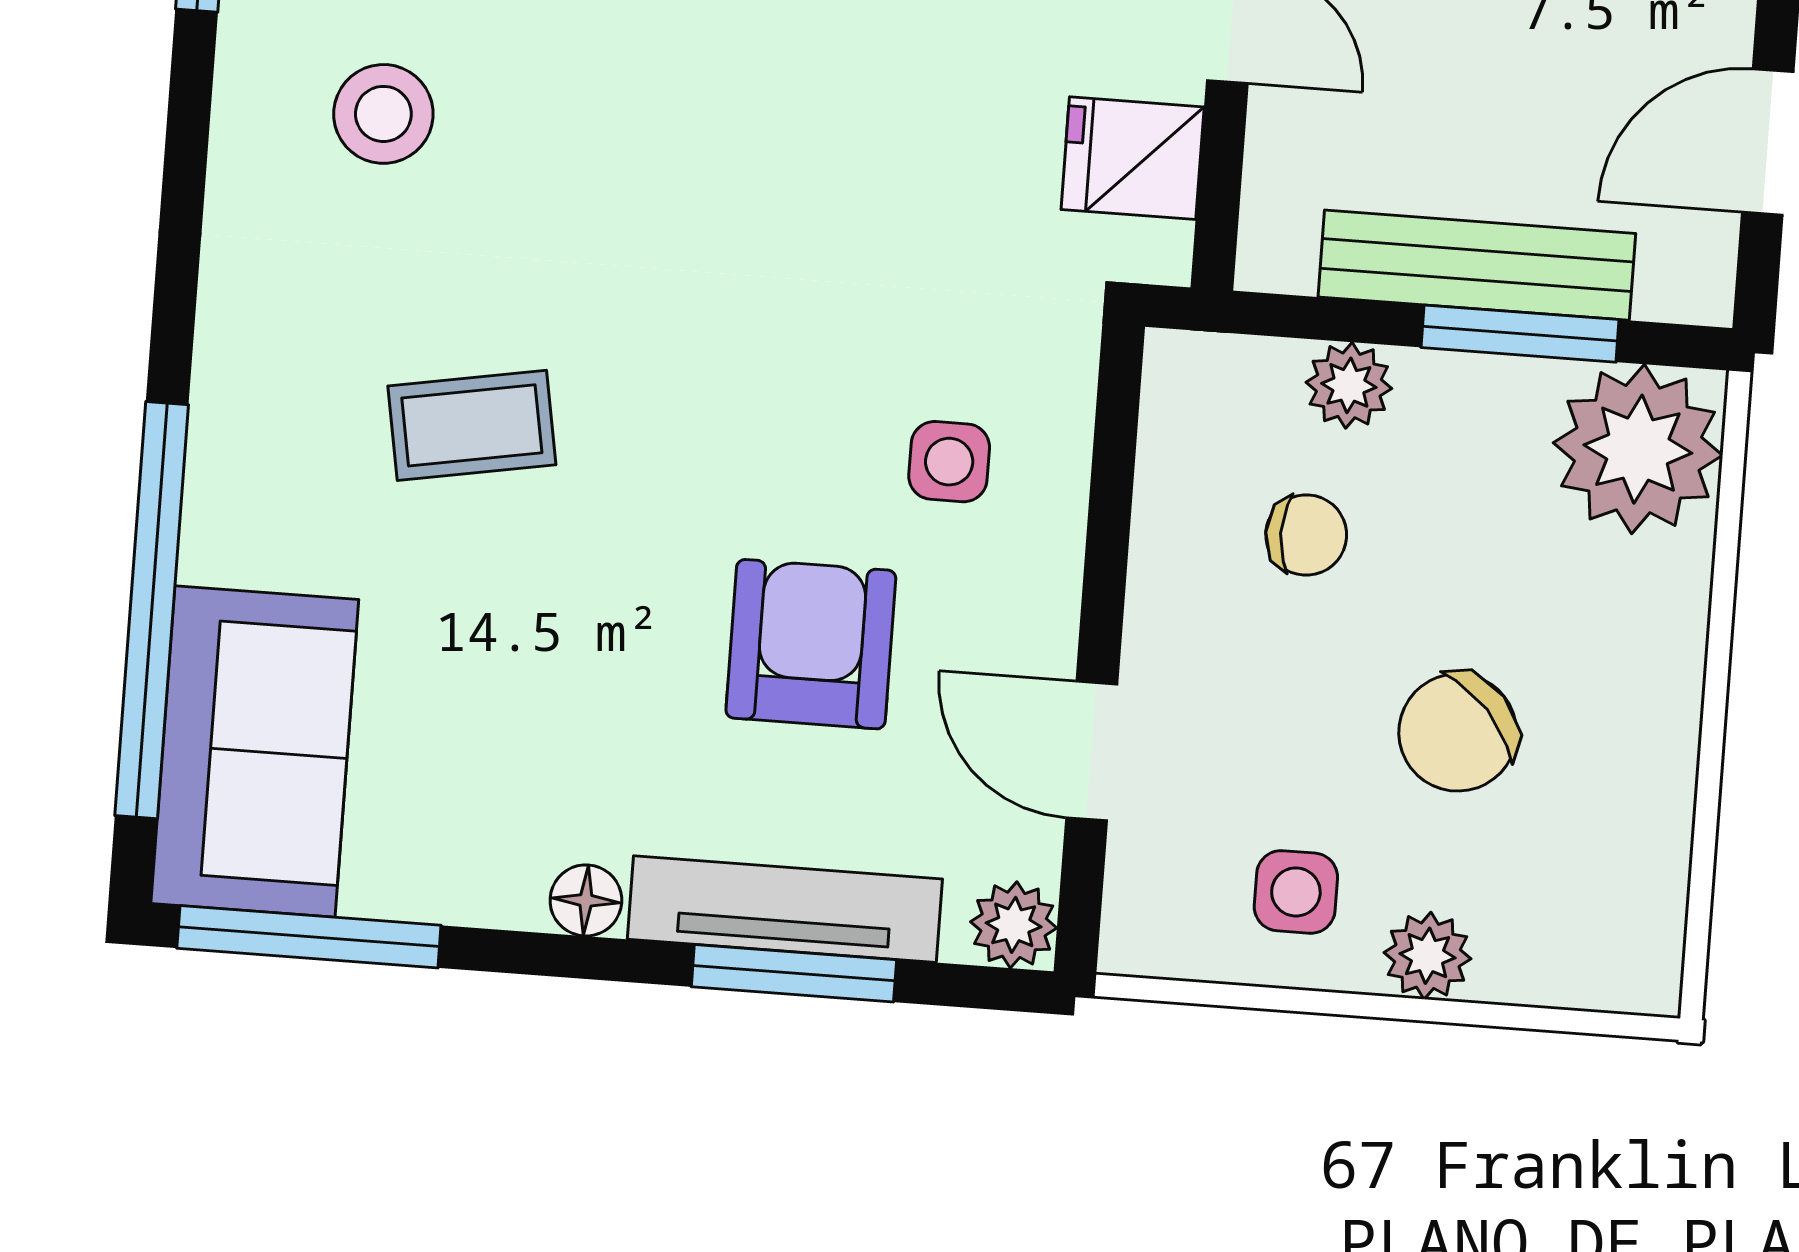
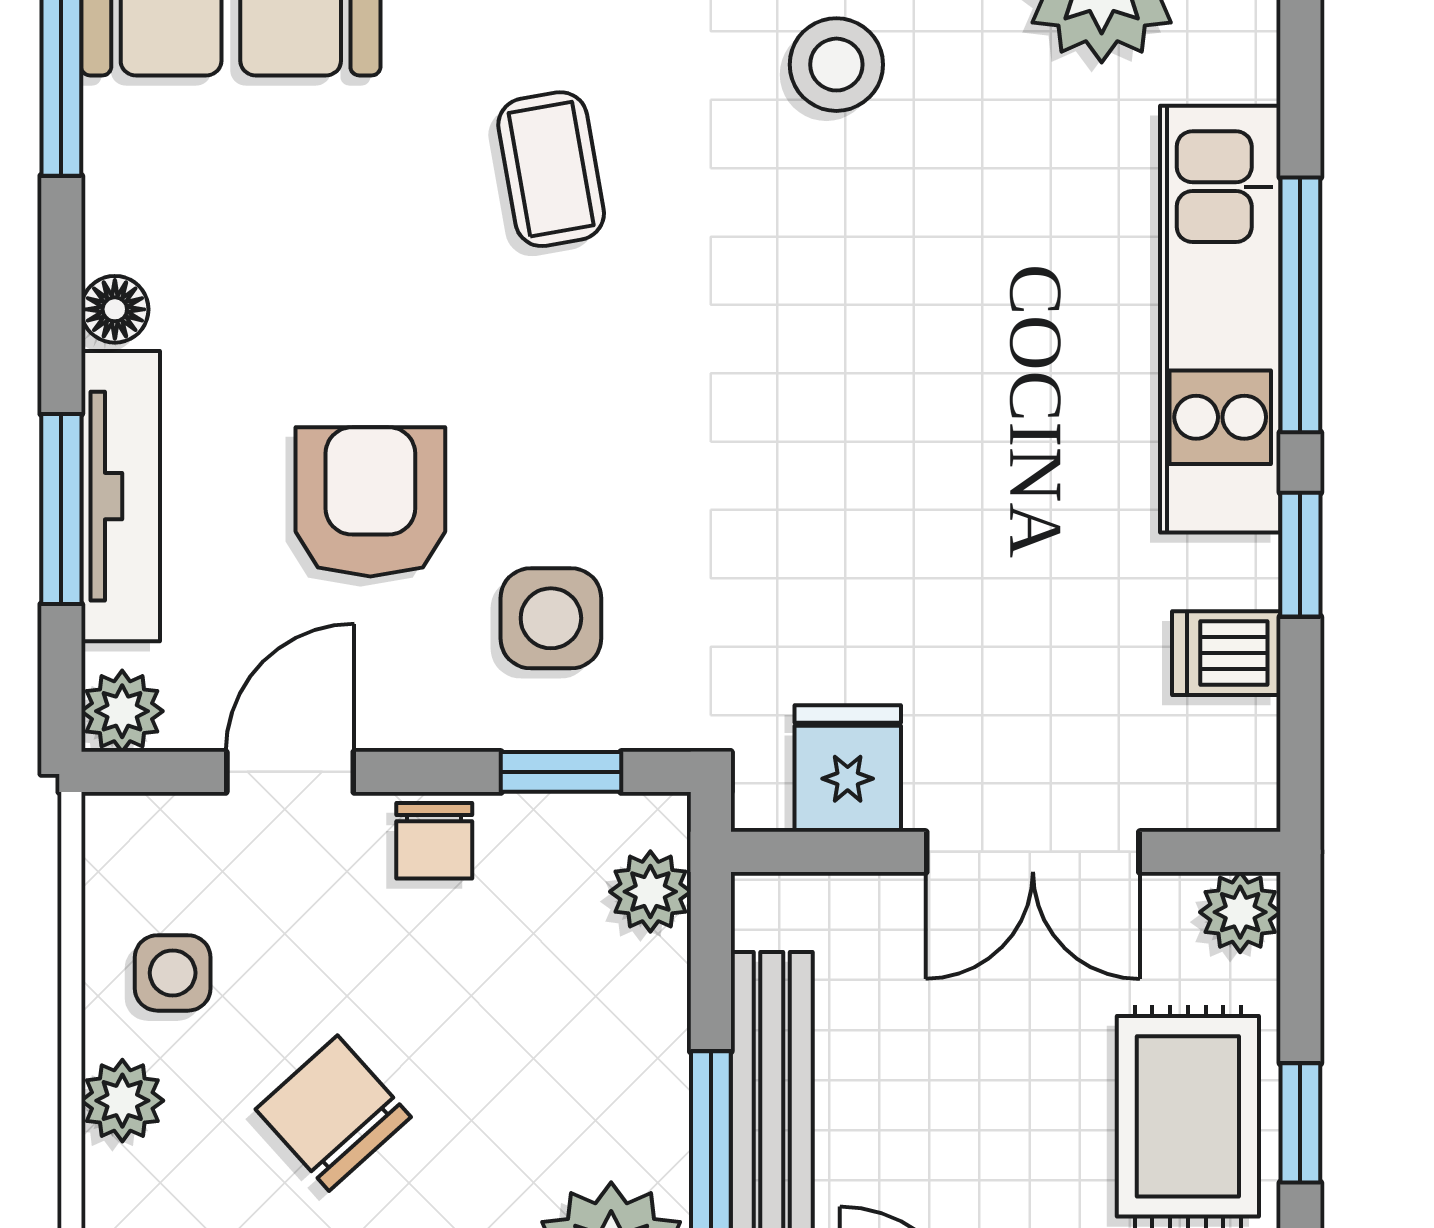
plant: (1349, 385) -> (650, 892), moved
side table: (949, 462) -> (551, 618), width x1.37, depth x1.37
window: (1113, 463) -> (561, 772), added
chair: (1306, 535) -> (434, 841), moved
armchair: (811, 644) -> (370, 502), turned -90

